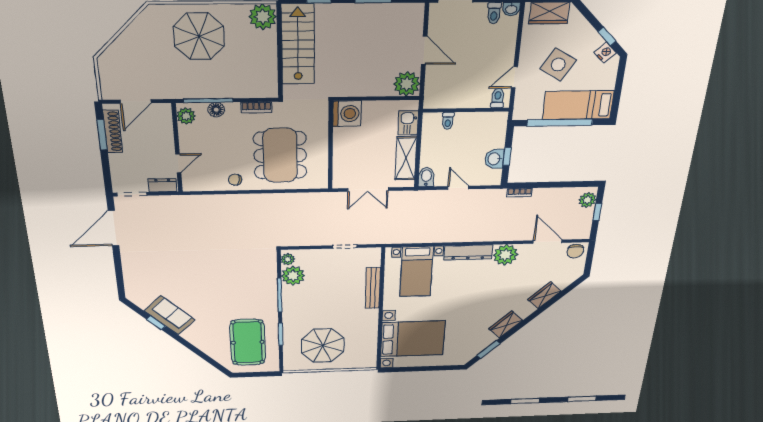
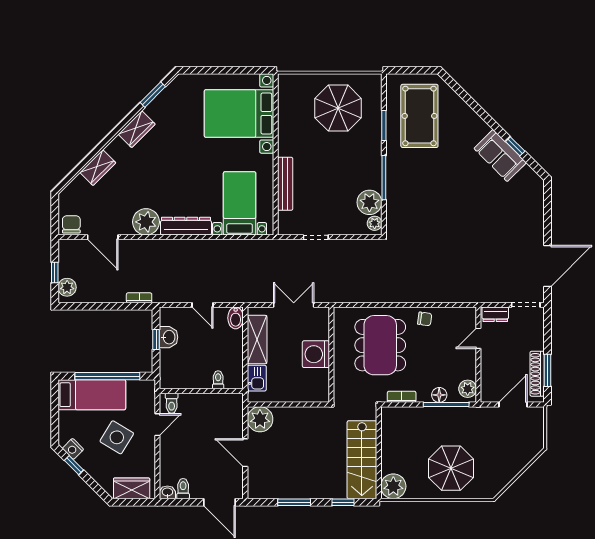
washing machine: (347, 114) -> (316, 354), moved

